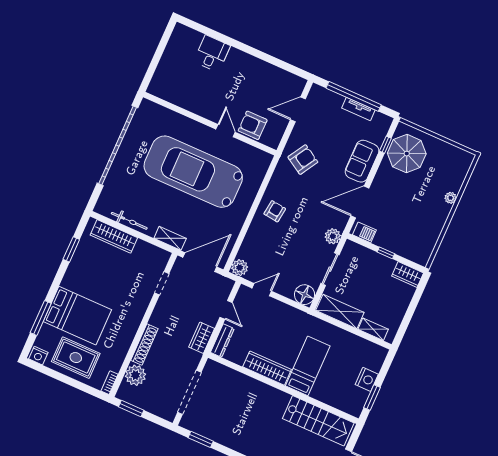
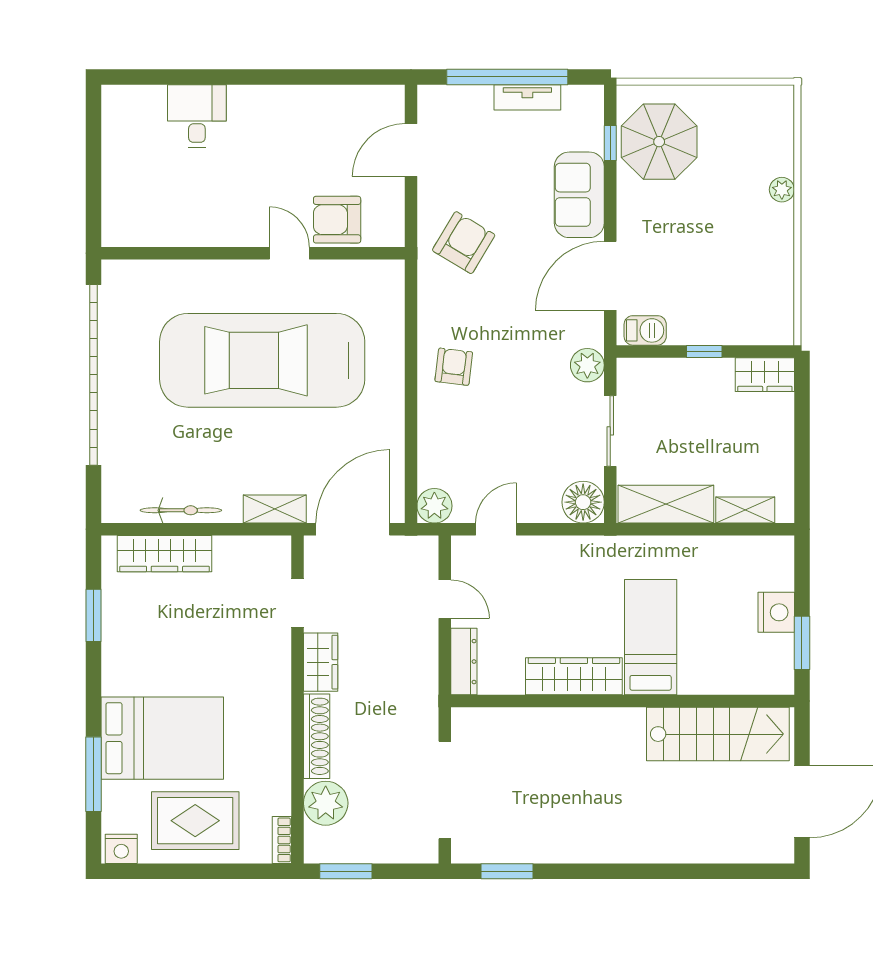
wardrobe: (202, 338) -> (321, 662), moved, turned 180

